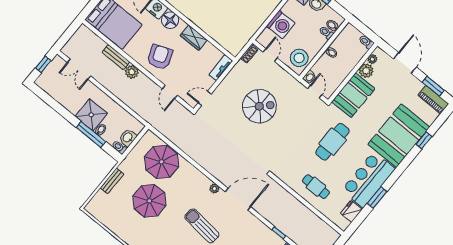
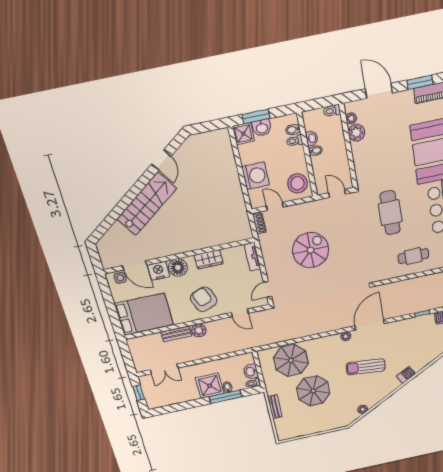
washbasin: (310, 77) -> (312, 138), moved
booth: (353, 95) -> (367, 162), removed

